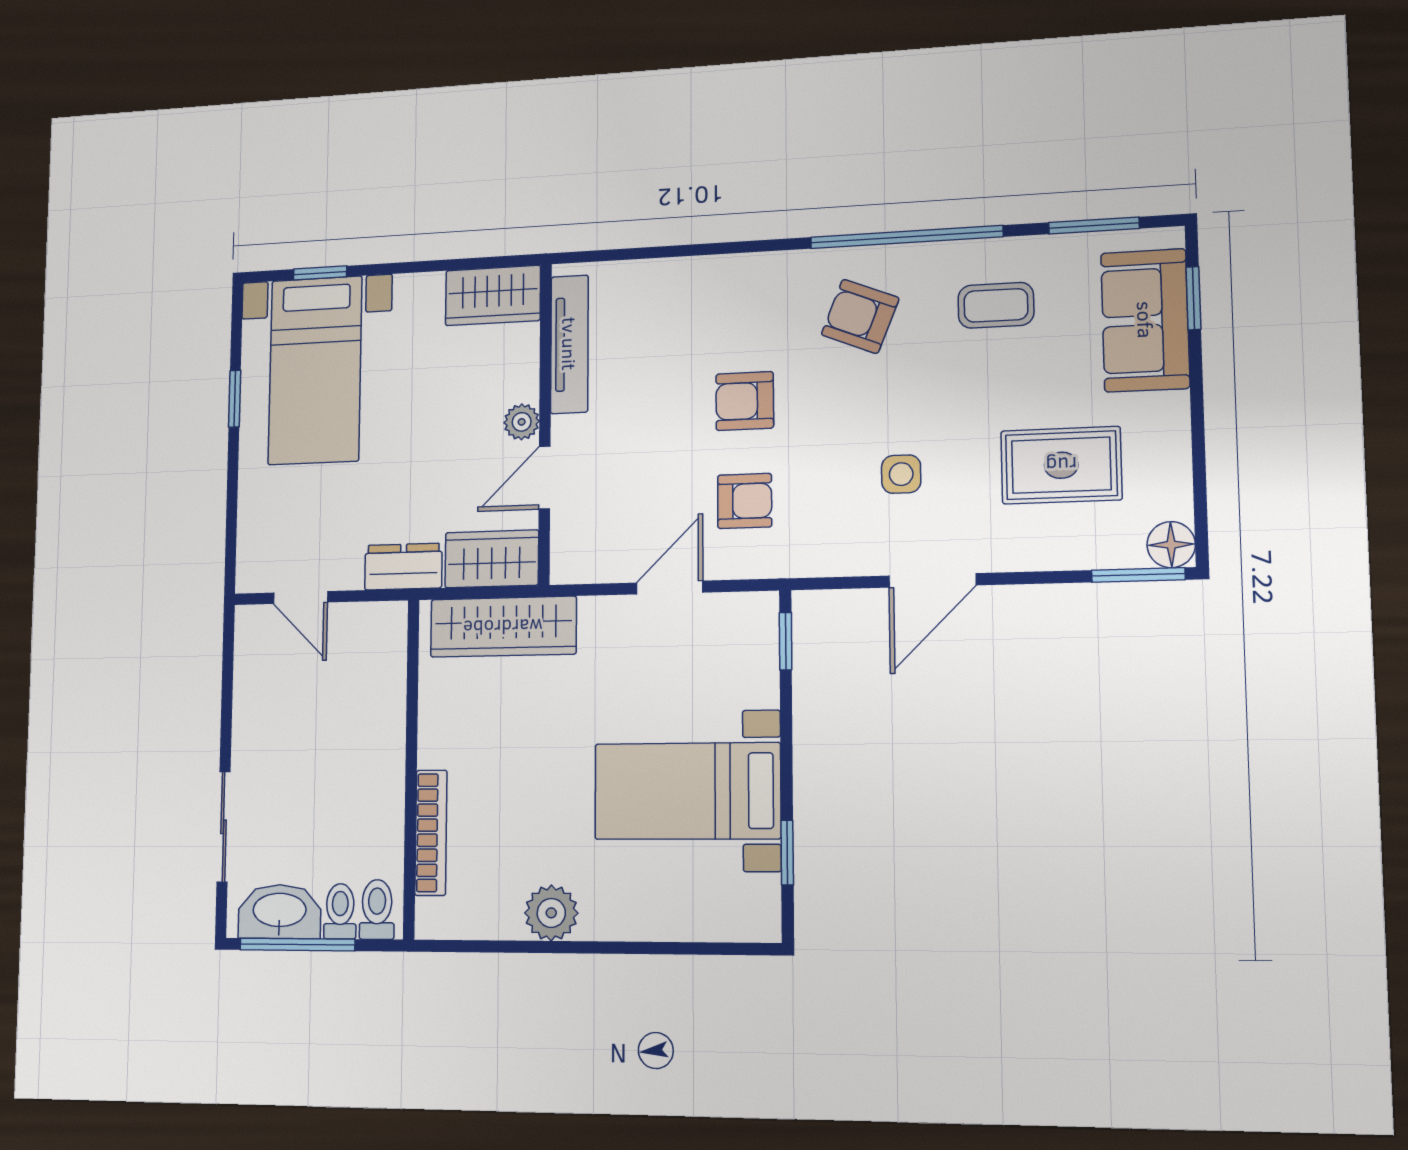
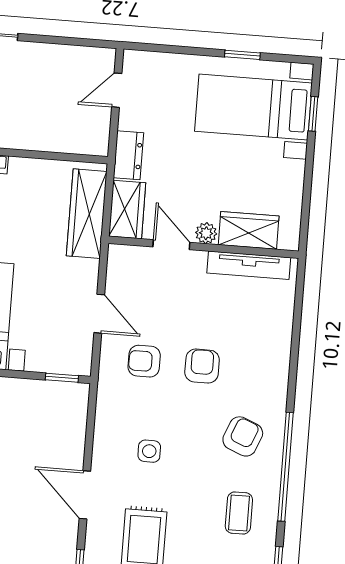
wardrobe: (493, 296) -> (249, 230), moved, turned 90
armchair: (745, 501) -> (144, 361), turned 90
door: (932, 580) -> (85, 495), moved

